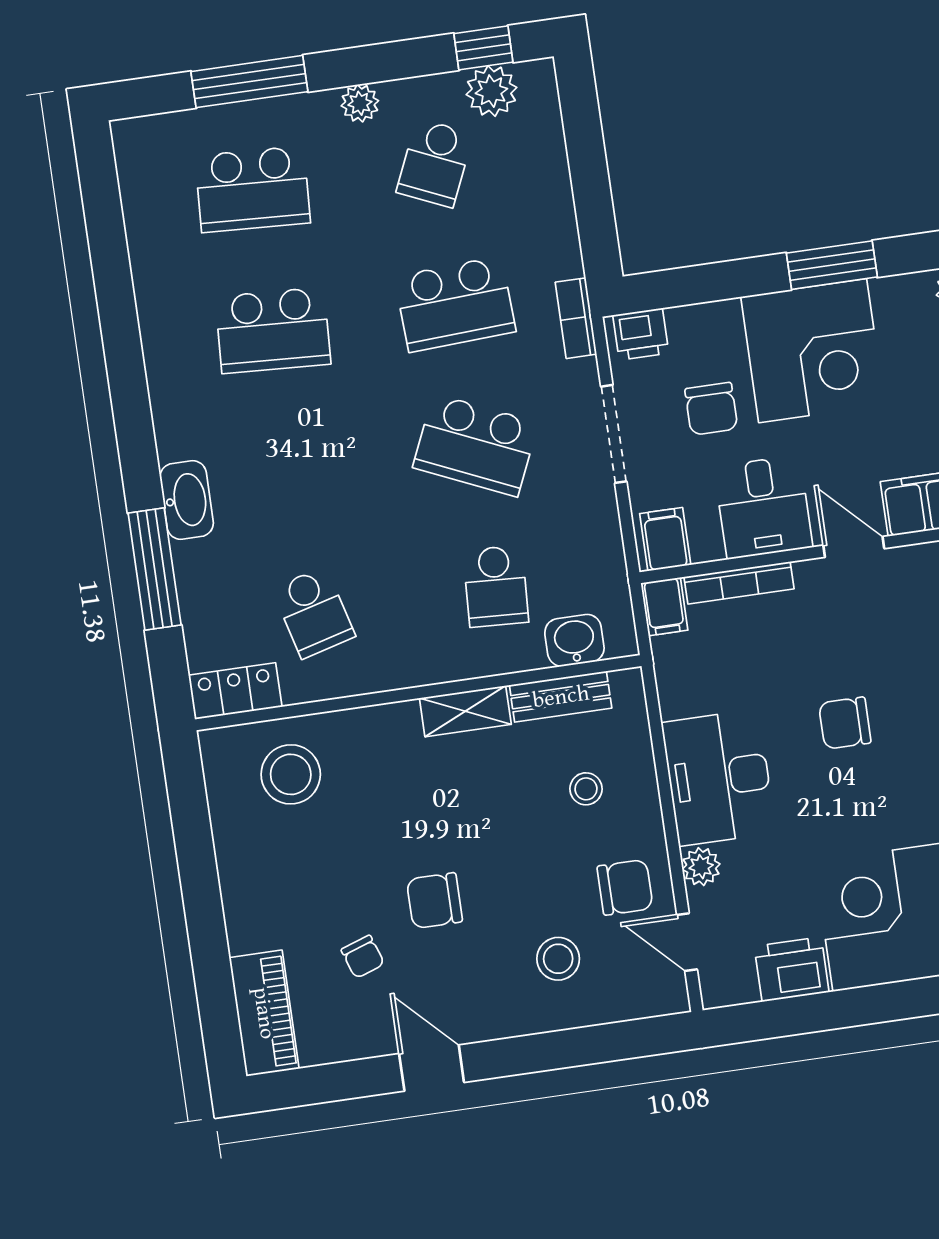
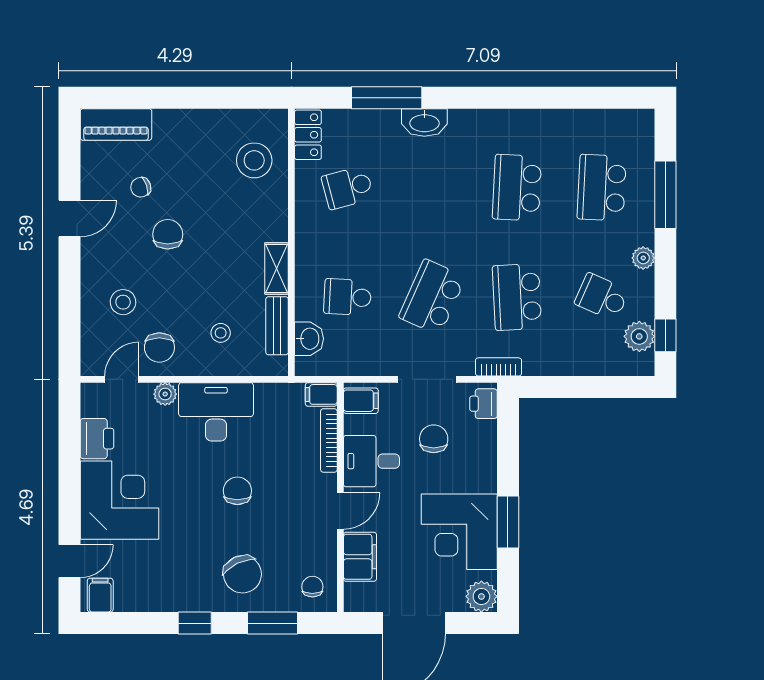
corner desk: (813, 351) -> (459, 532), moved
chair: (711, 409) -> (434, 439), turned 90

